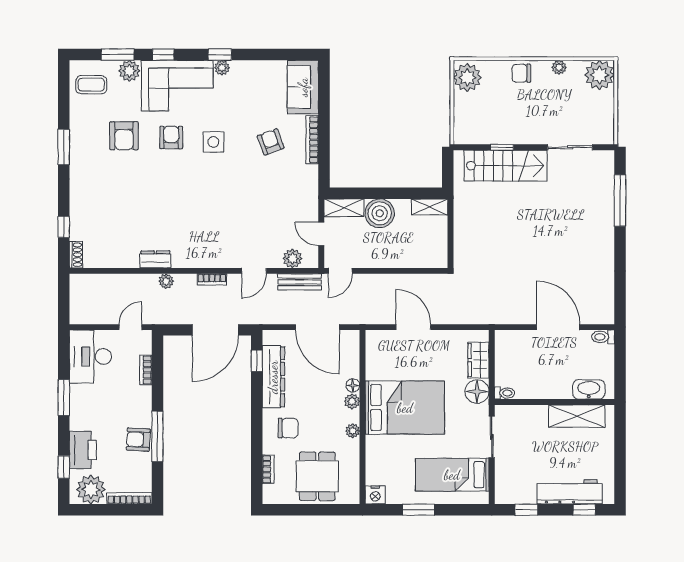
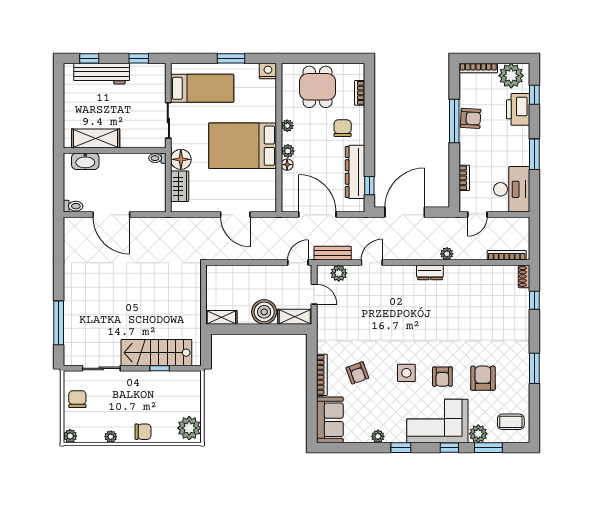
plant: (222, 68) -> (378, 436), moved
plant: (600, 75) -> (70, 436), width x0.53, depth x0.53
chair: (598, 111) -> (77, 399), added
dresser: (155, 259) -> (430, 272), moved
bookcase: (212, 279) -> (507, 255), moved, width x1.56
chair: (288, 428) -> (343, 128), turned 90

